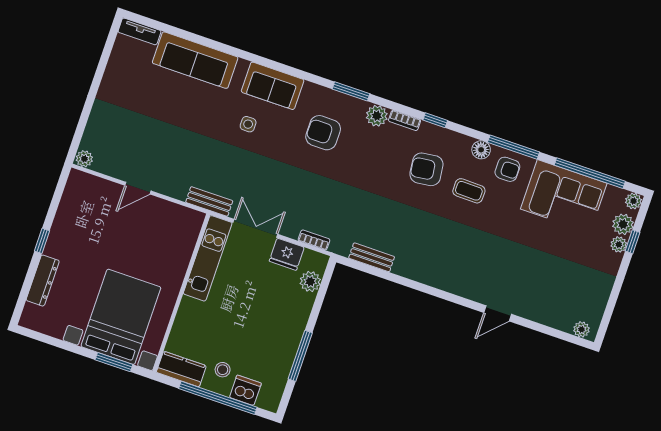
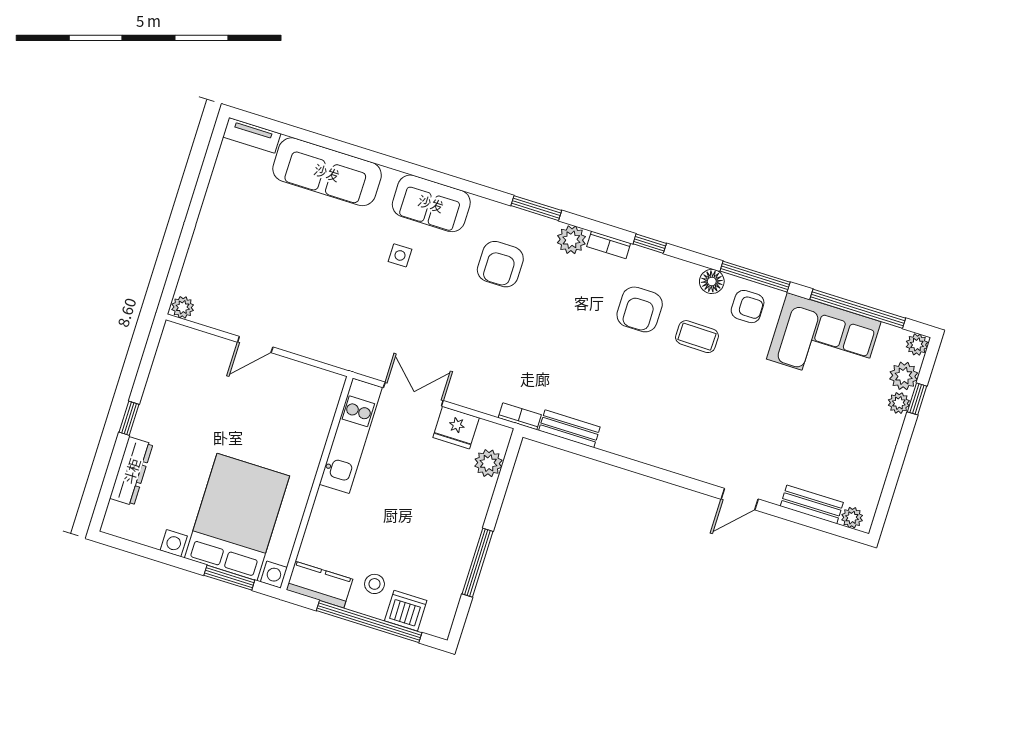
armchair: (323, 133) -> (500, 264), turned -90
armchair: (426, 169) -> (640, 309), turned -83
bench: (209, 202) -> (812, 504), moved
bookcase: (314, 240) -> (520, 416), moved

